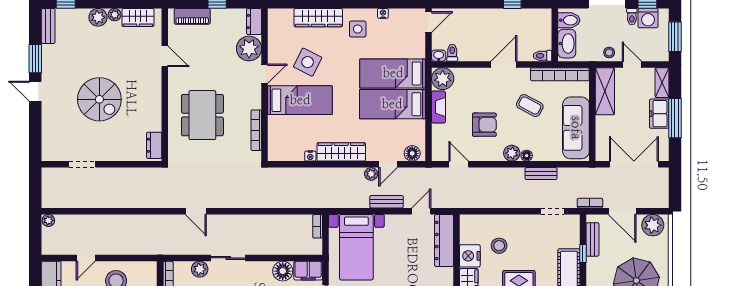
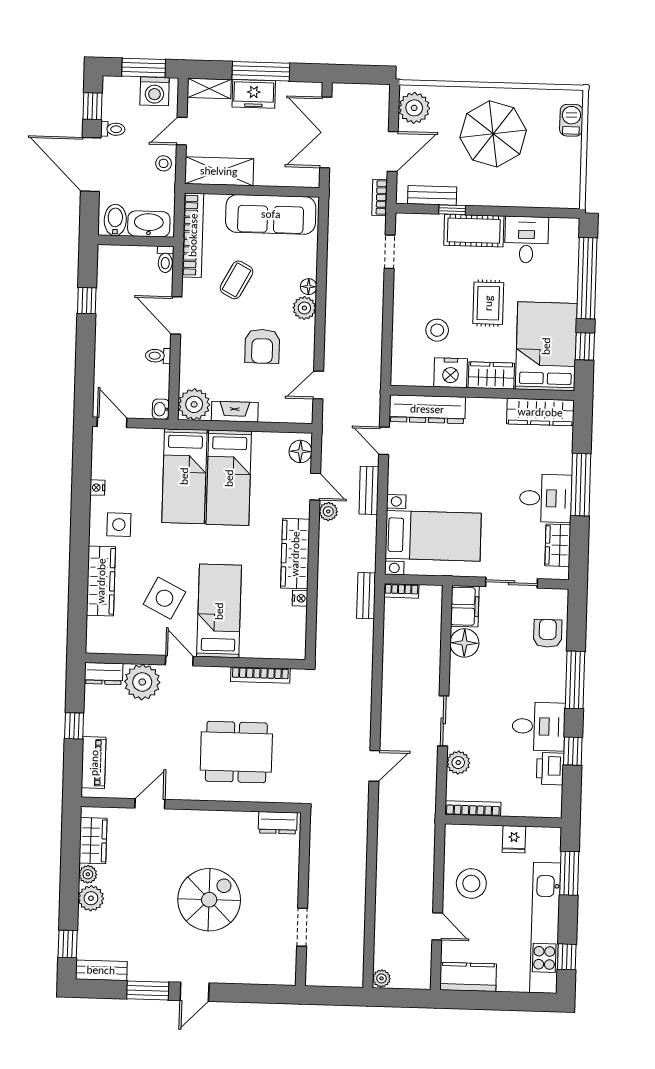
washing machine: (648, 18) -> (155, 91), moved, turned 90
toilet: (452, 53) -> (158, 356), moved
armchair: (484, 125) -> (262, 346), turned 180
bench: (541, 174) -> (366, 596), moved

